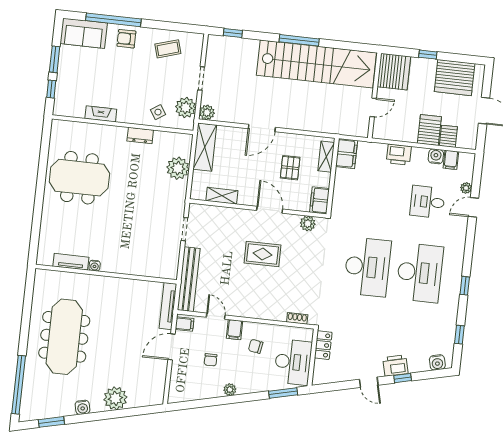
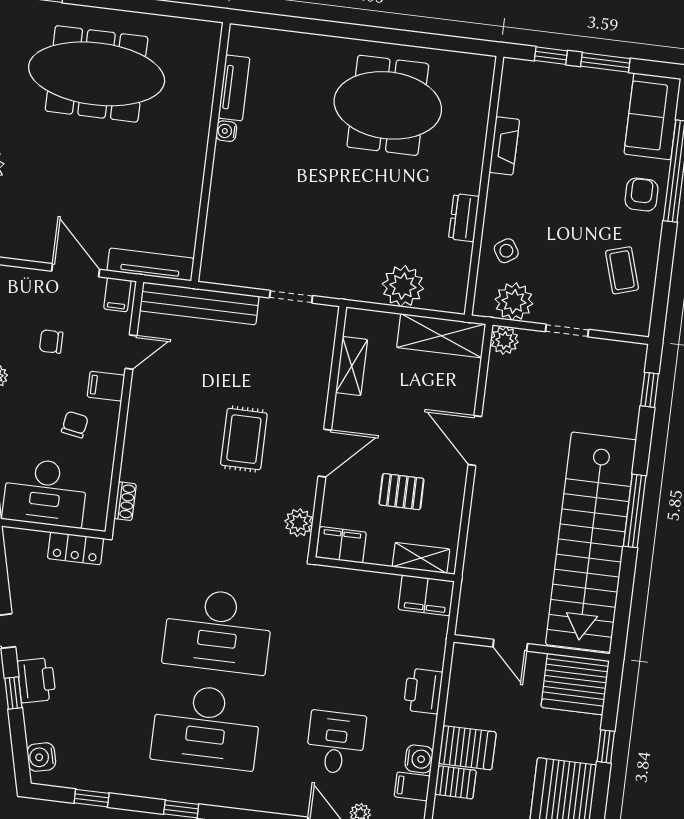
meeting table: (79, 178) -> (388, 105), turned 90

